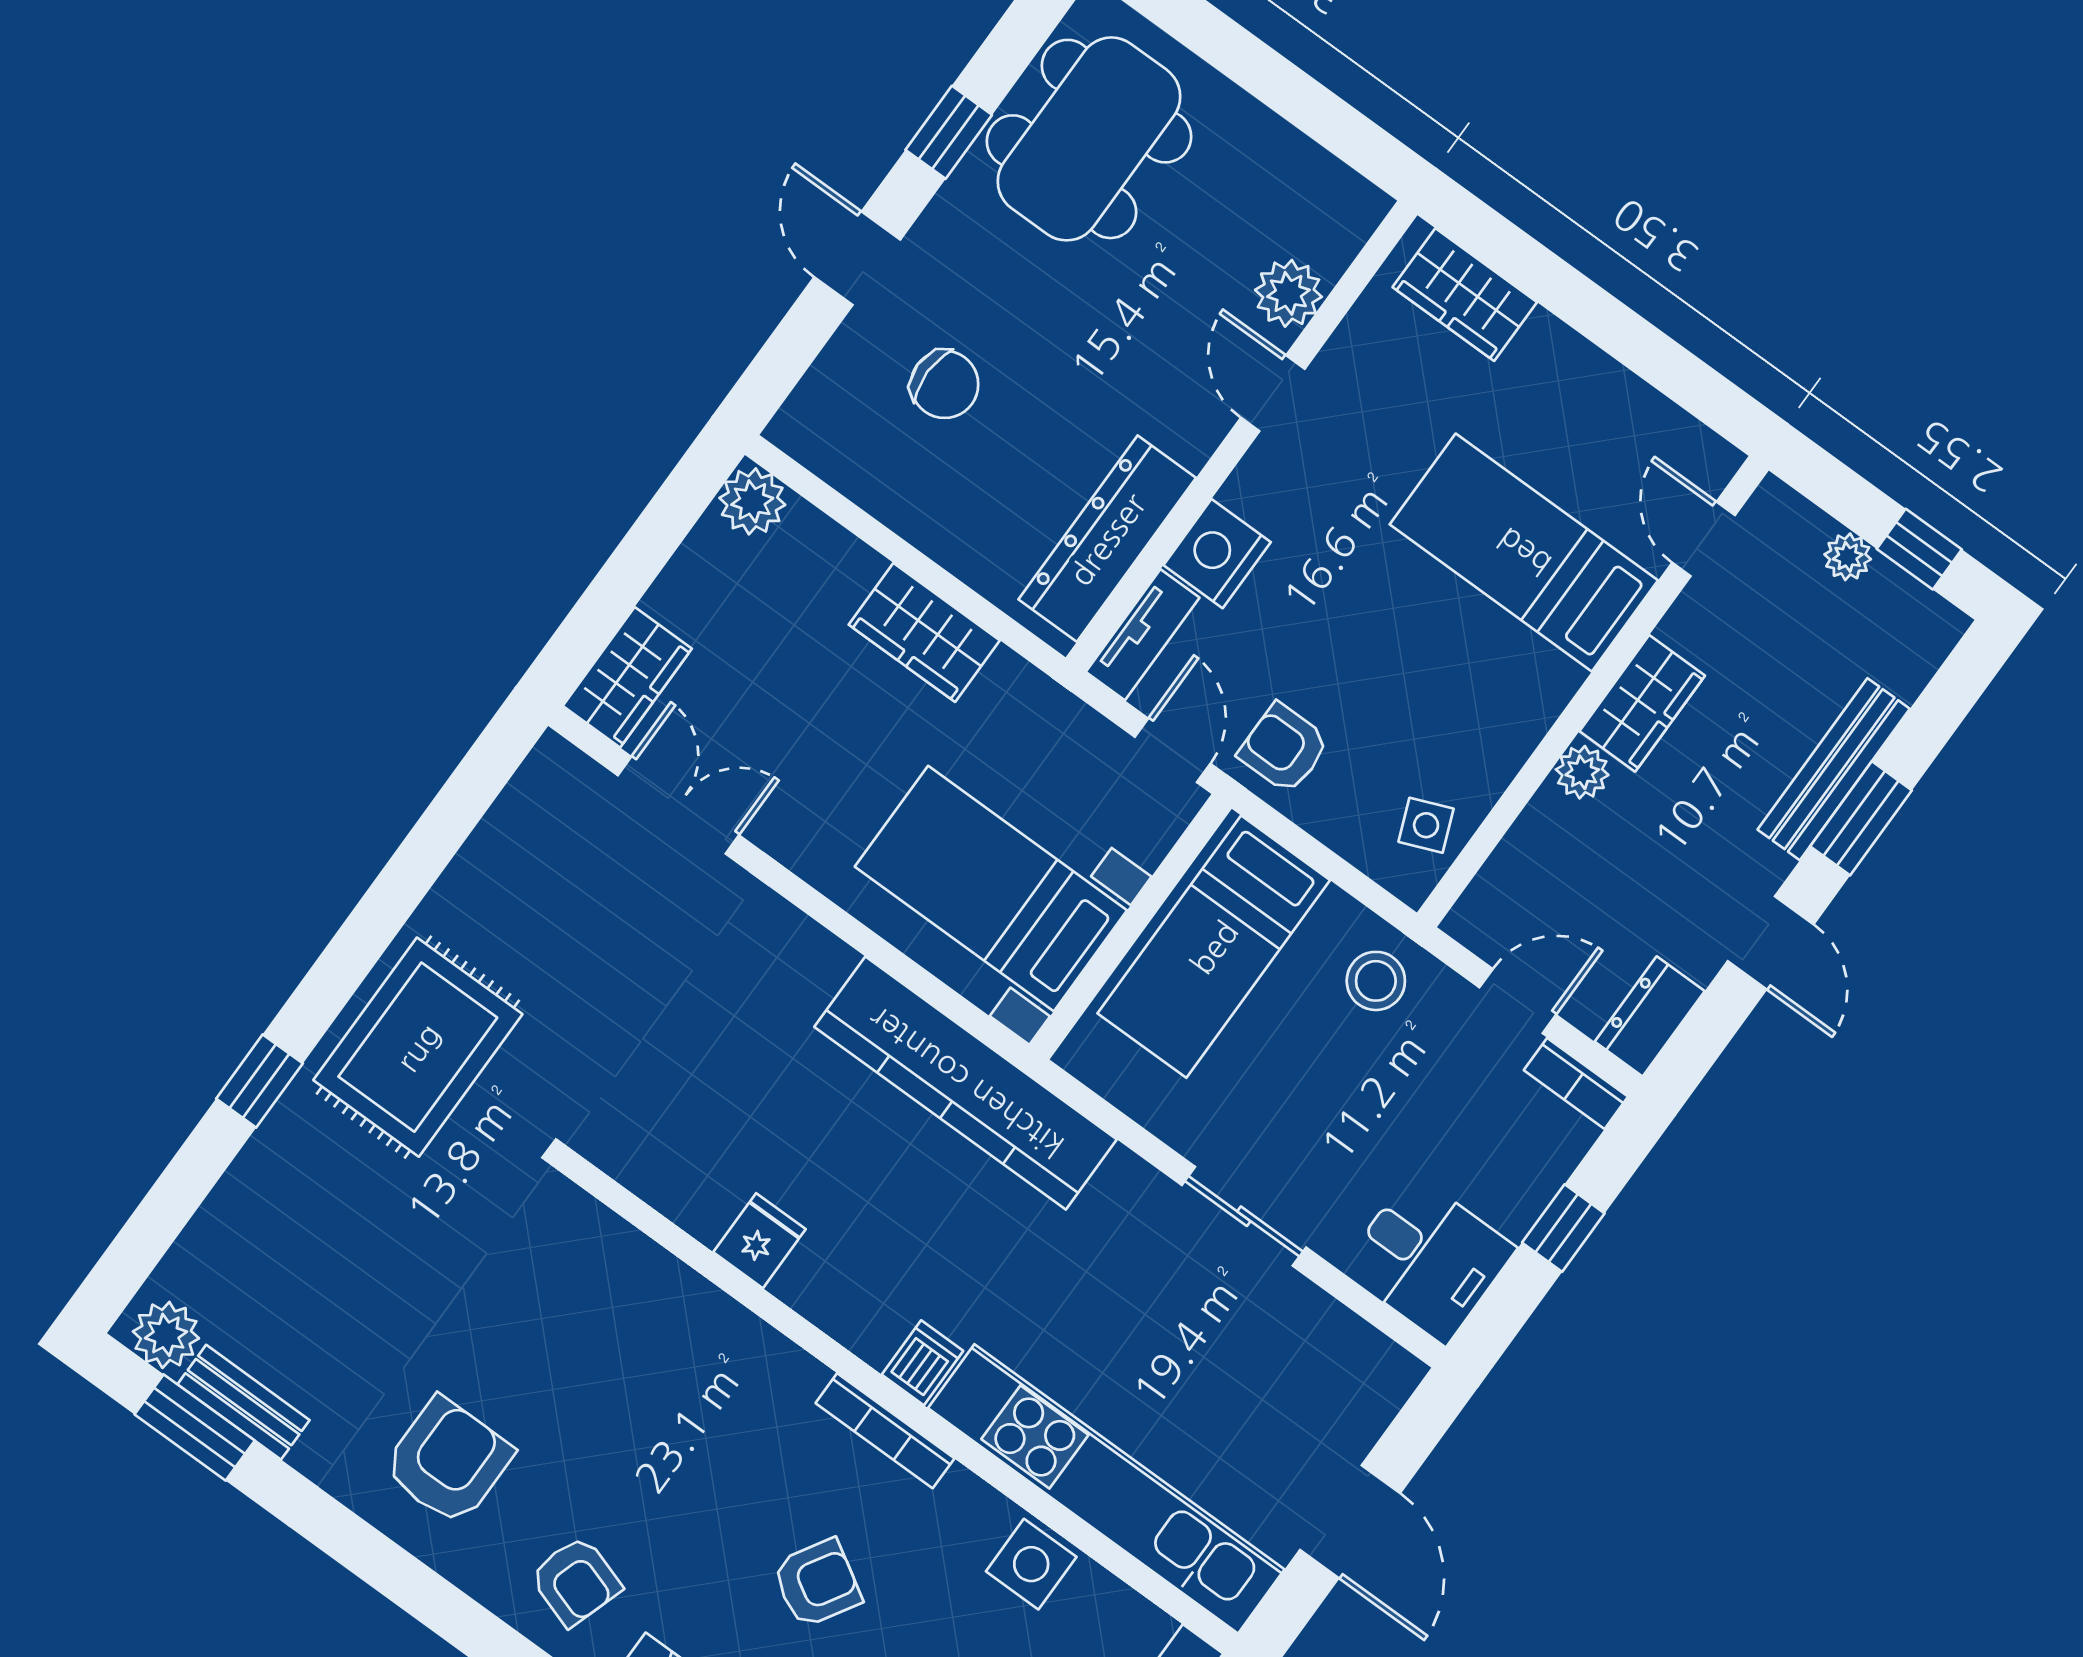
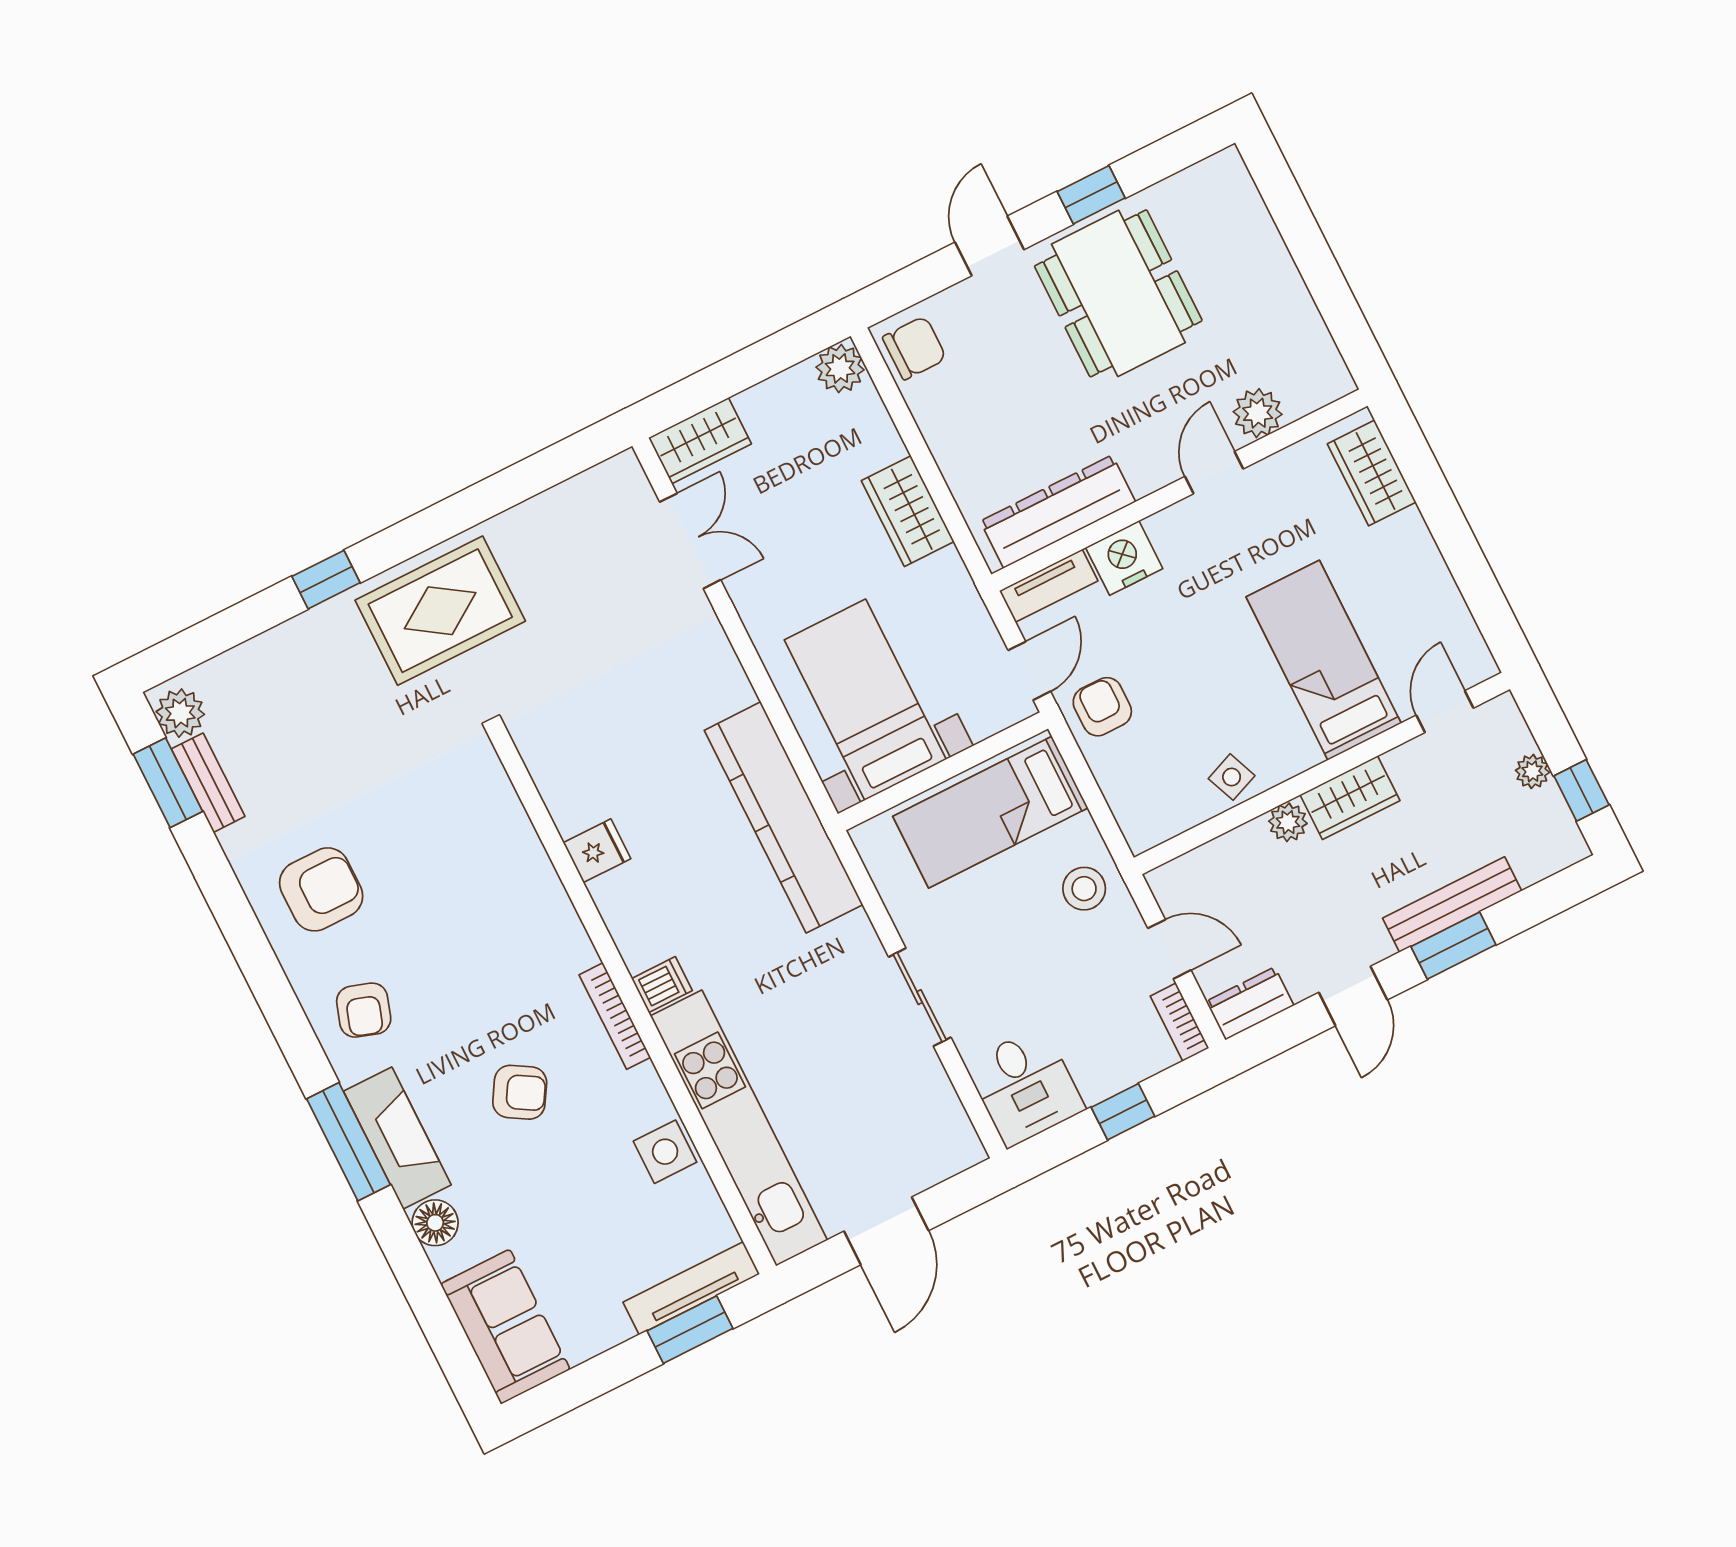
dining table: (1089, 139) -> (1118, 293), moved, turned 90
chair: (945, 384) -> (914, 348), moved, turned -90
side table: (1426, 825) -> (1232, 777), moved

